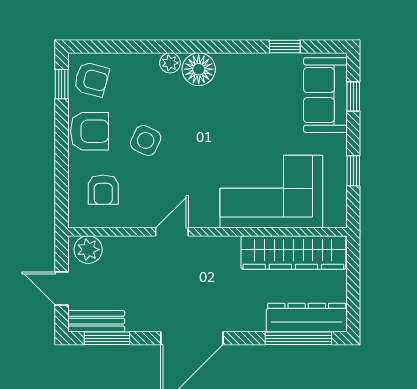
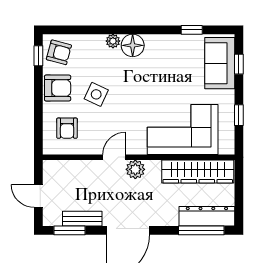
plant: (88, 250) -> (135, 169), moved
bench: (96, 321) -> (82, 219), moved

